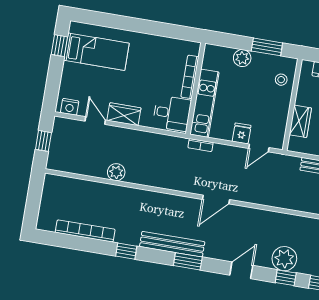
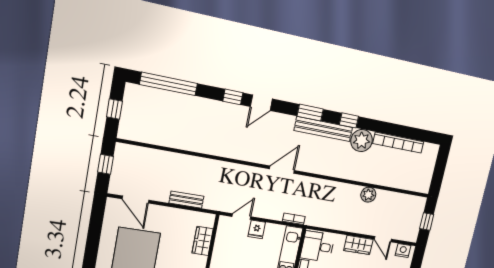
window: (126, 251) -> (349, 120), moved
plant: (284, 259) -> (362, 141), moved
window: (286, 278) -> (233, 97), moved

